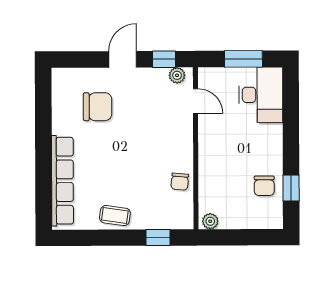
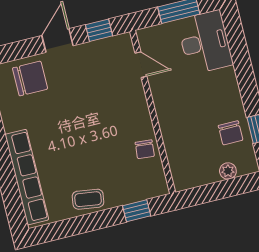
plant: (177, 75) -> (116, 43), removed
chair: (98, 107) -> (30, 78), moved
plant: (210, 221) -> (228, 171), moved

